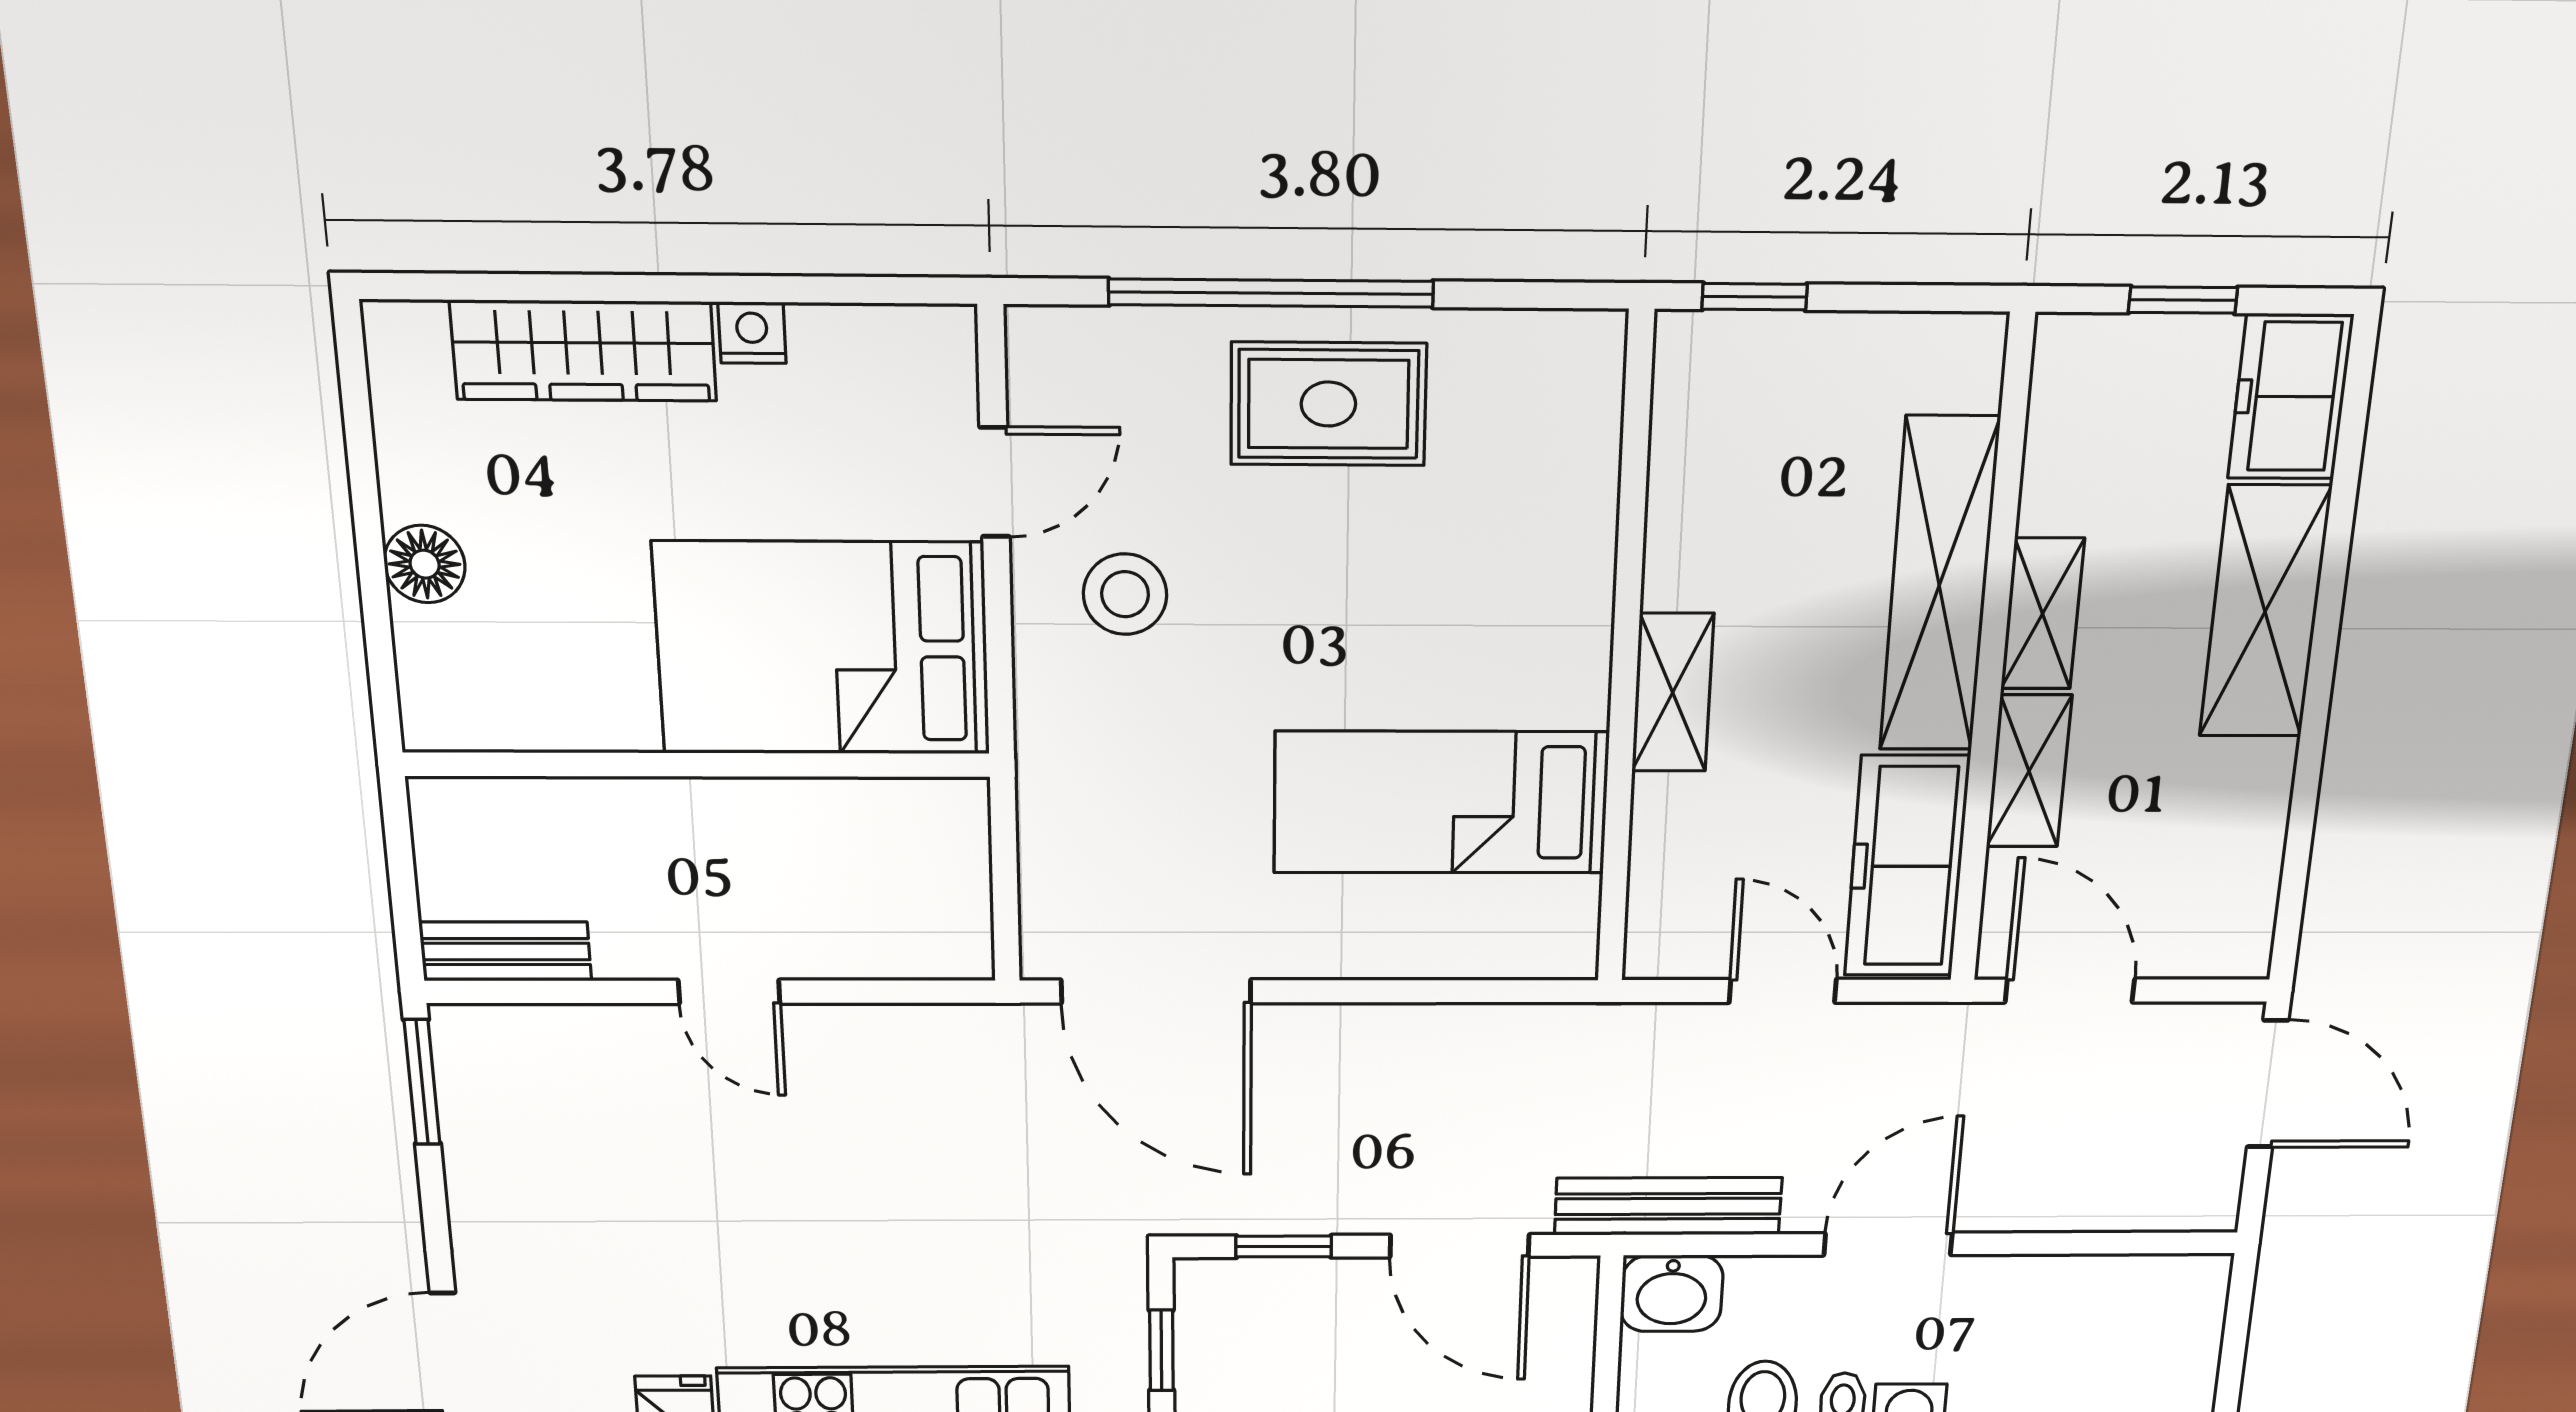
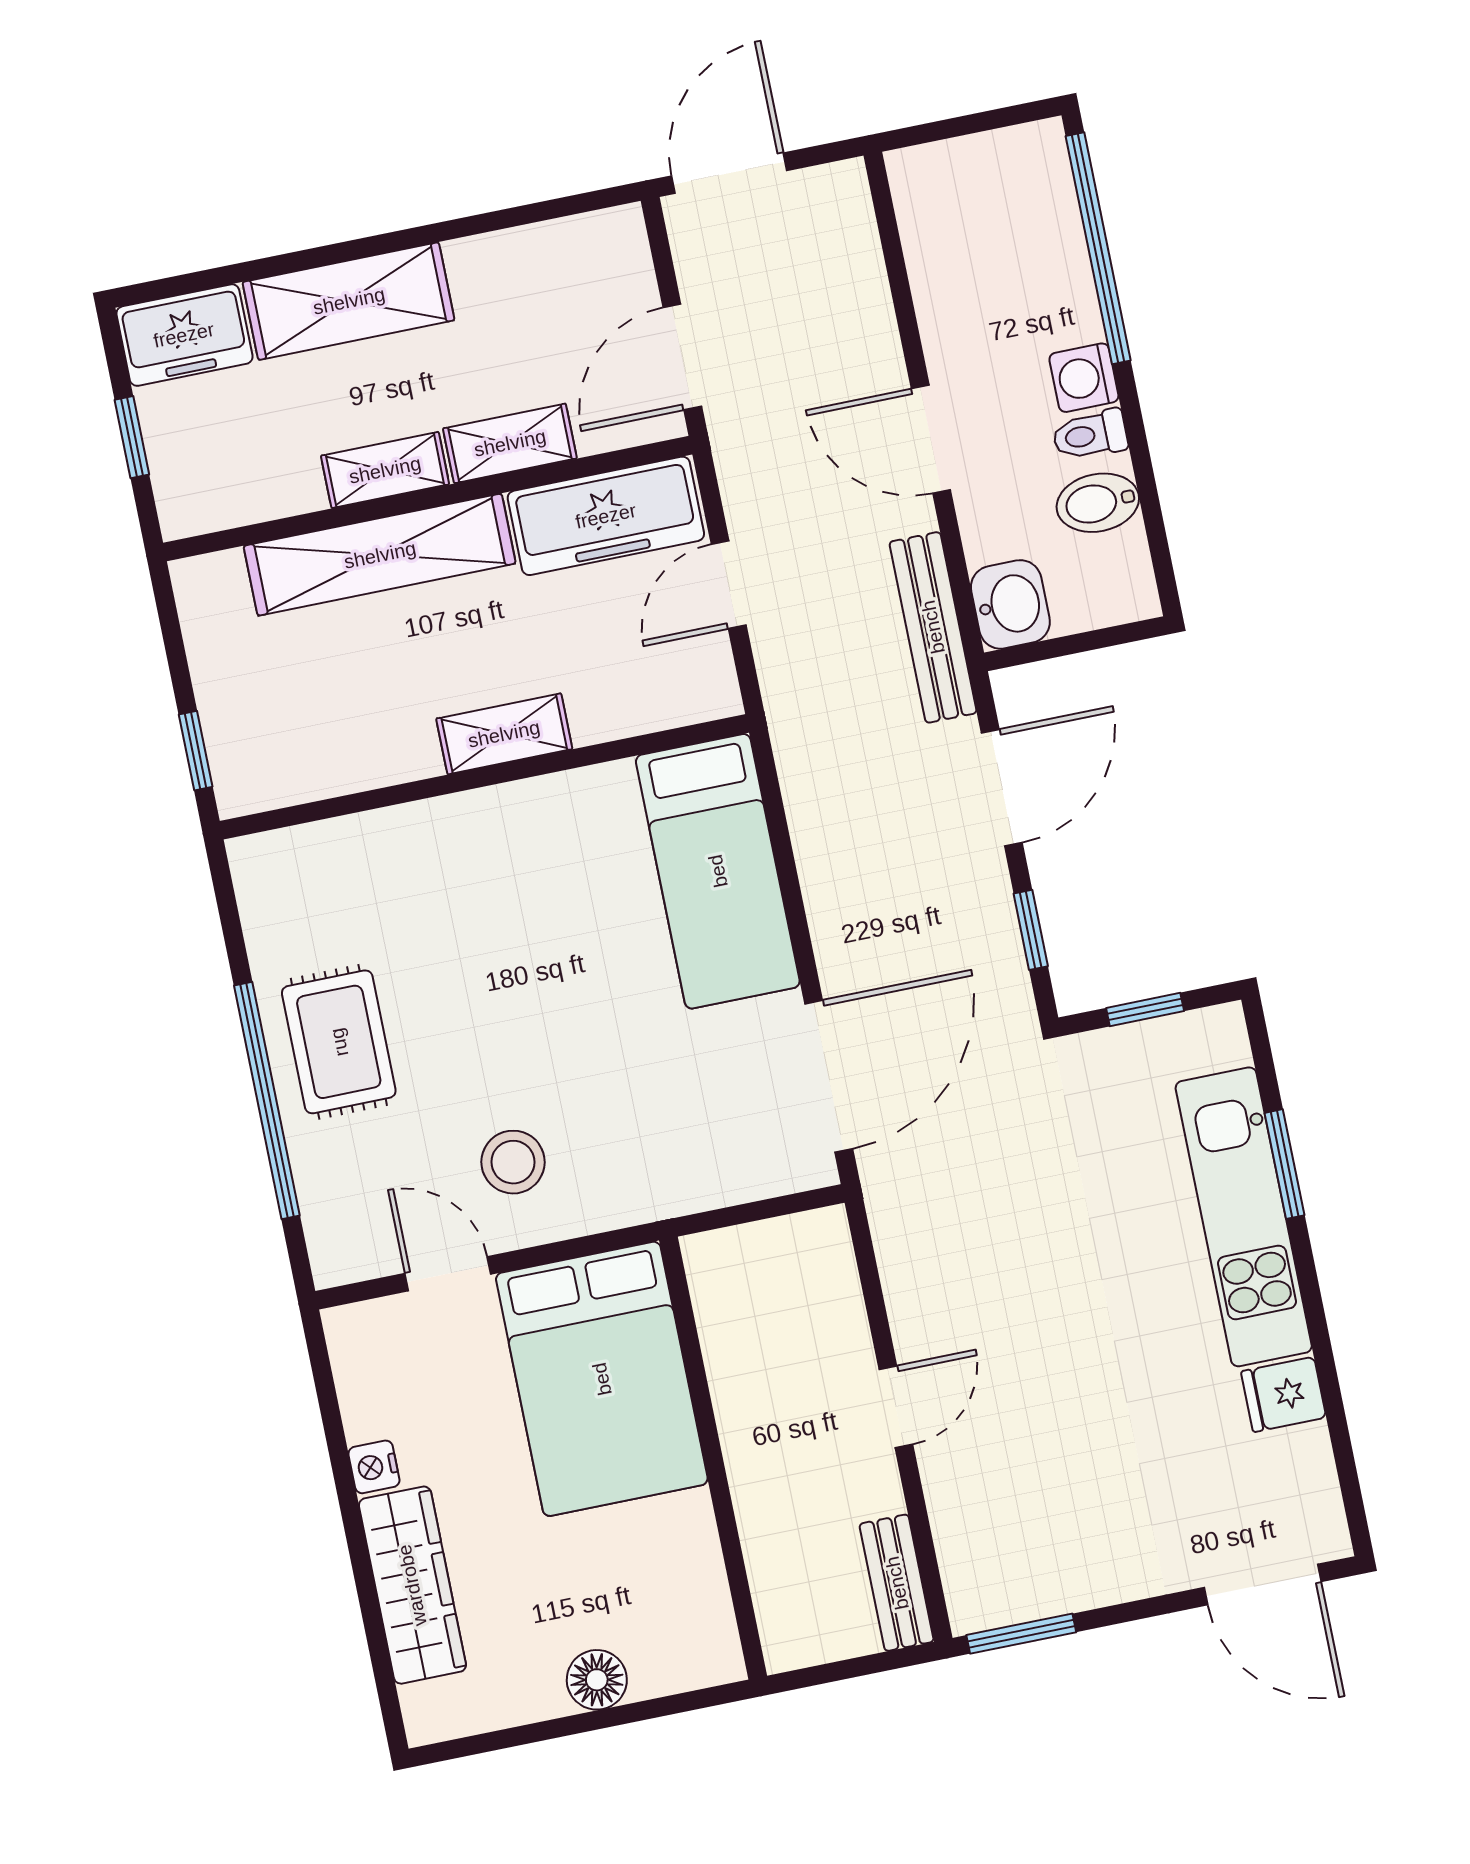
bed: (1441, 802) -> (718, 871), moved

